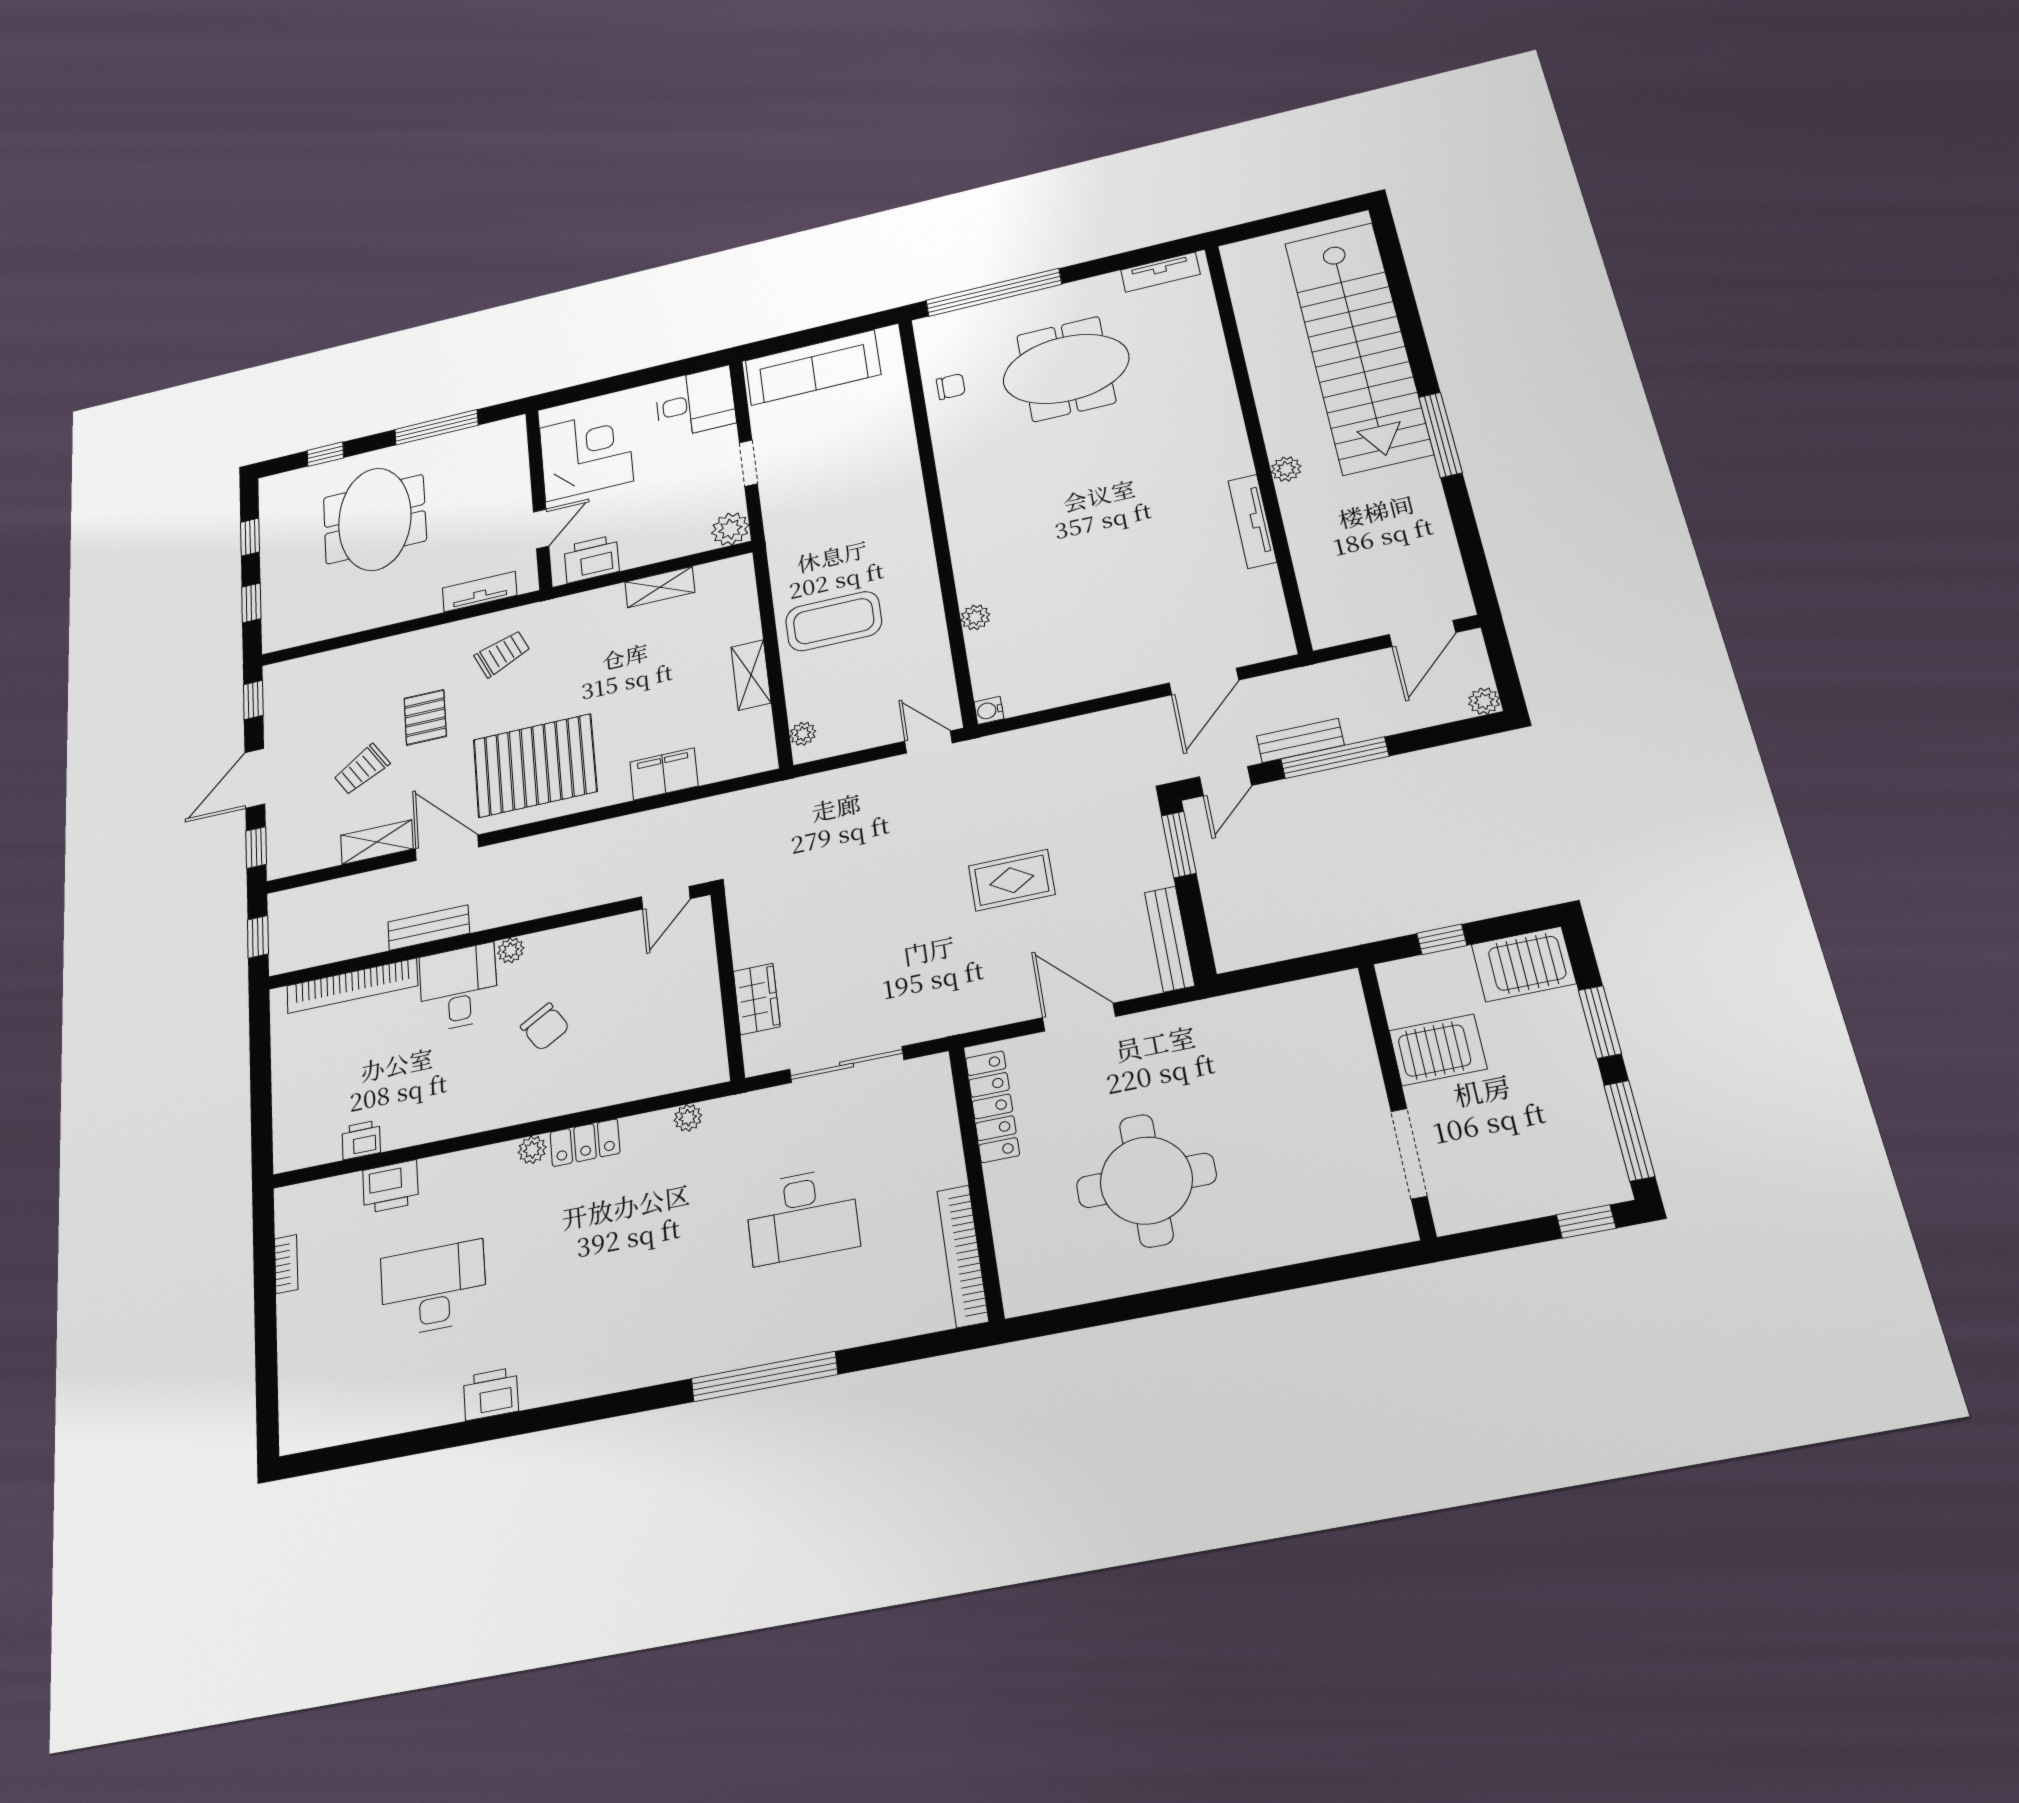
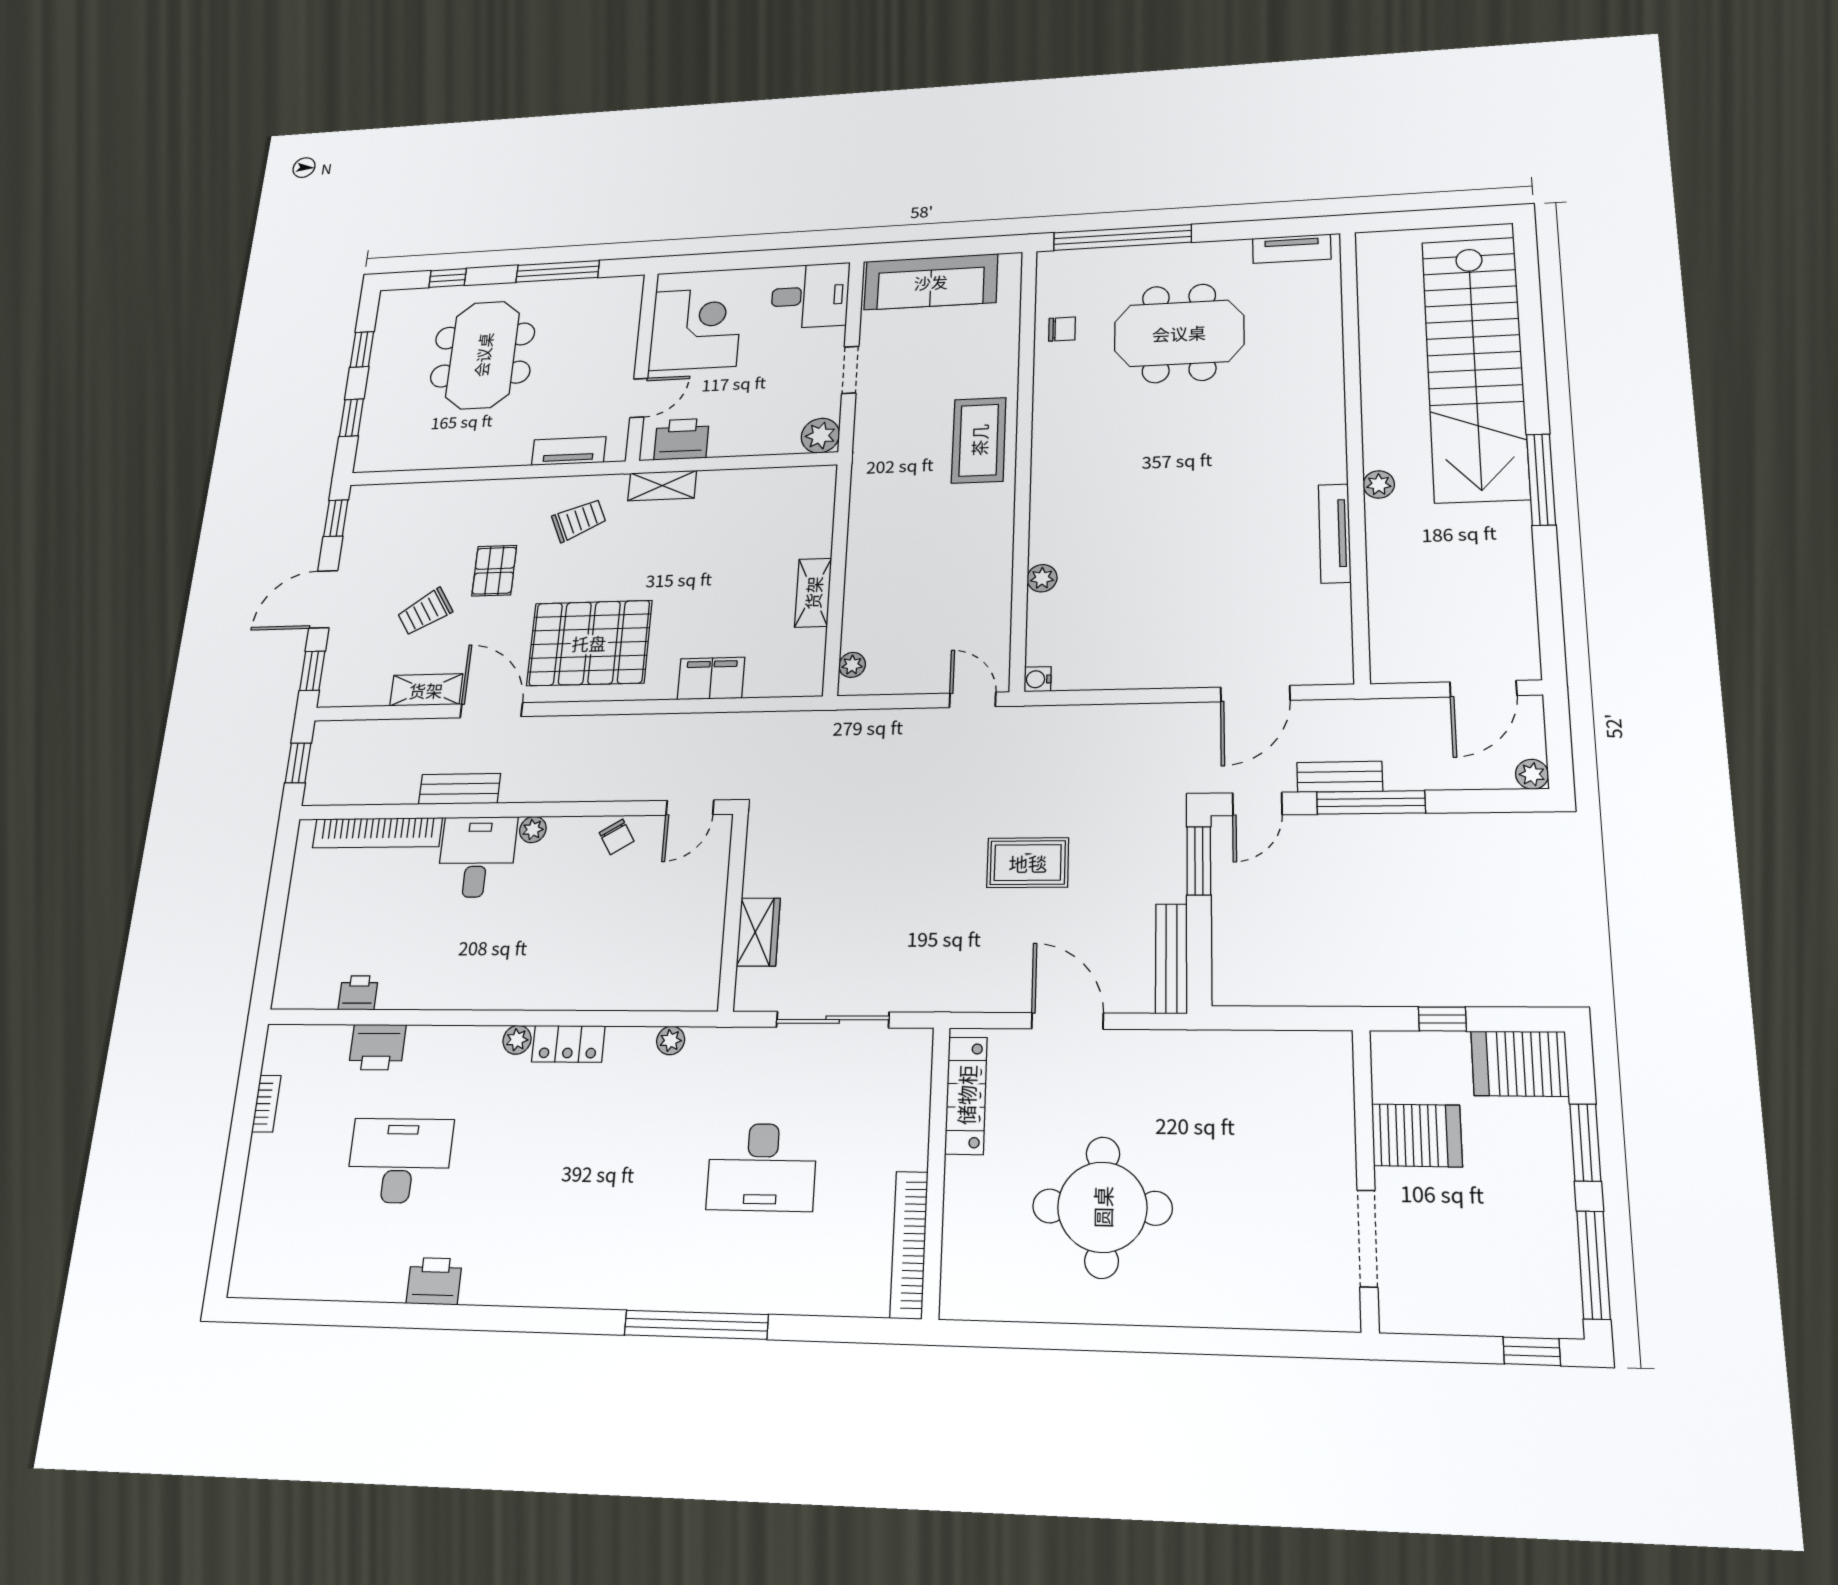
shelving: (660, 587) -> (662, 486), moved
coffee table: (834, 621) -> (979, 440), moved, turned 90
chair: (545, 1027) -> (617, 837), moved, width x0.73, depth x0.73

